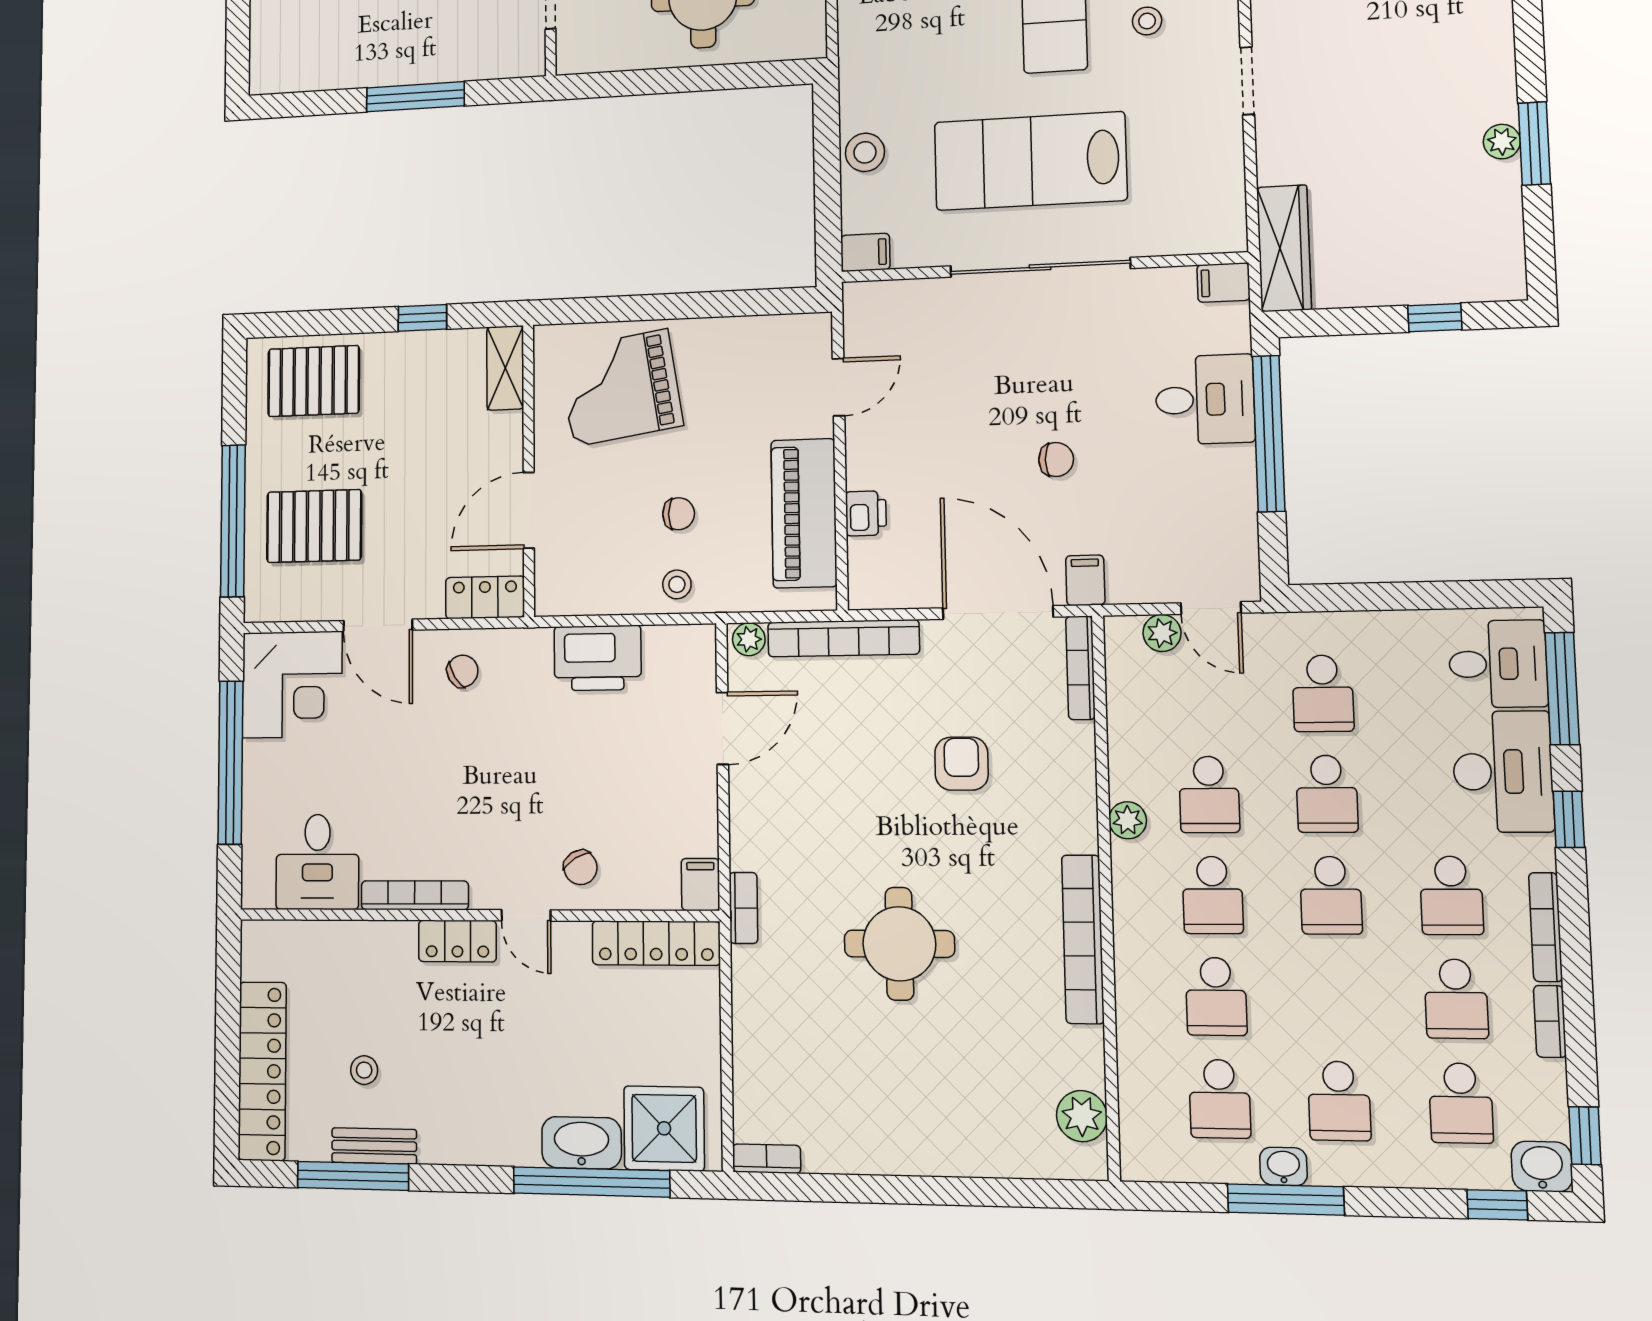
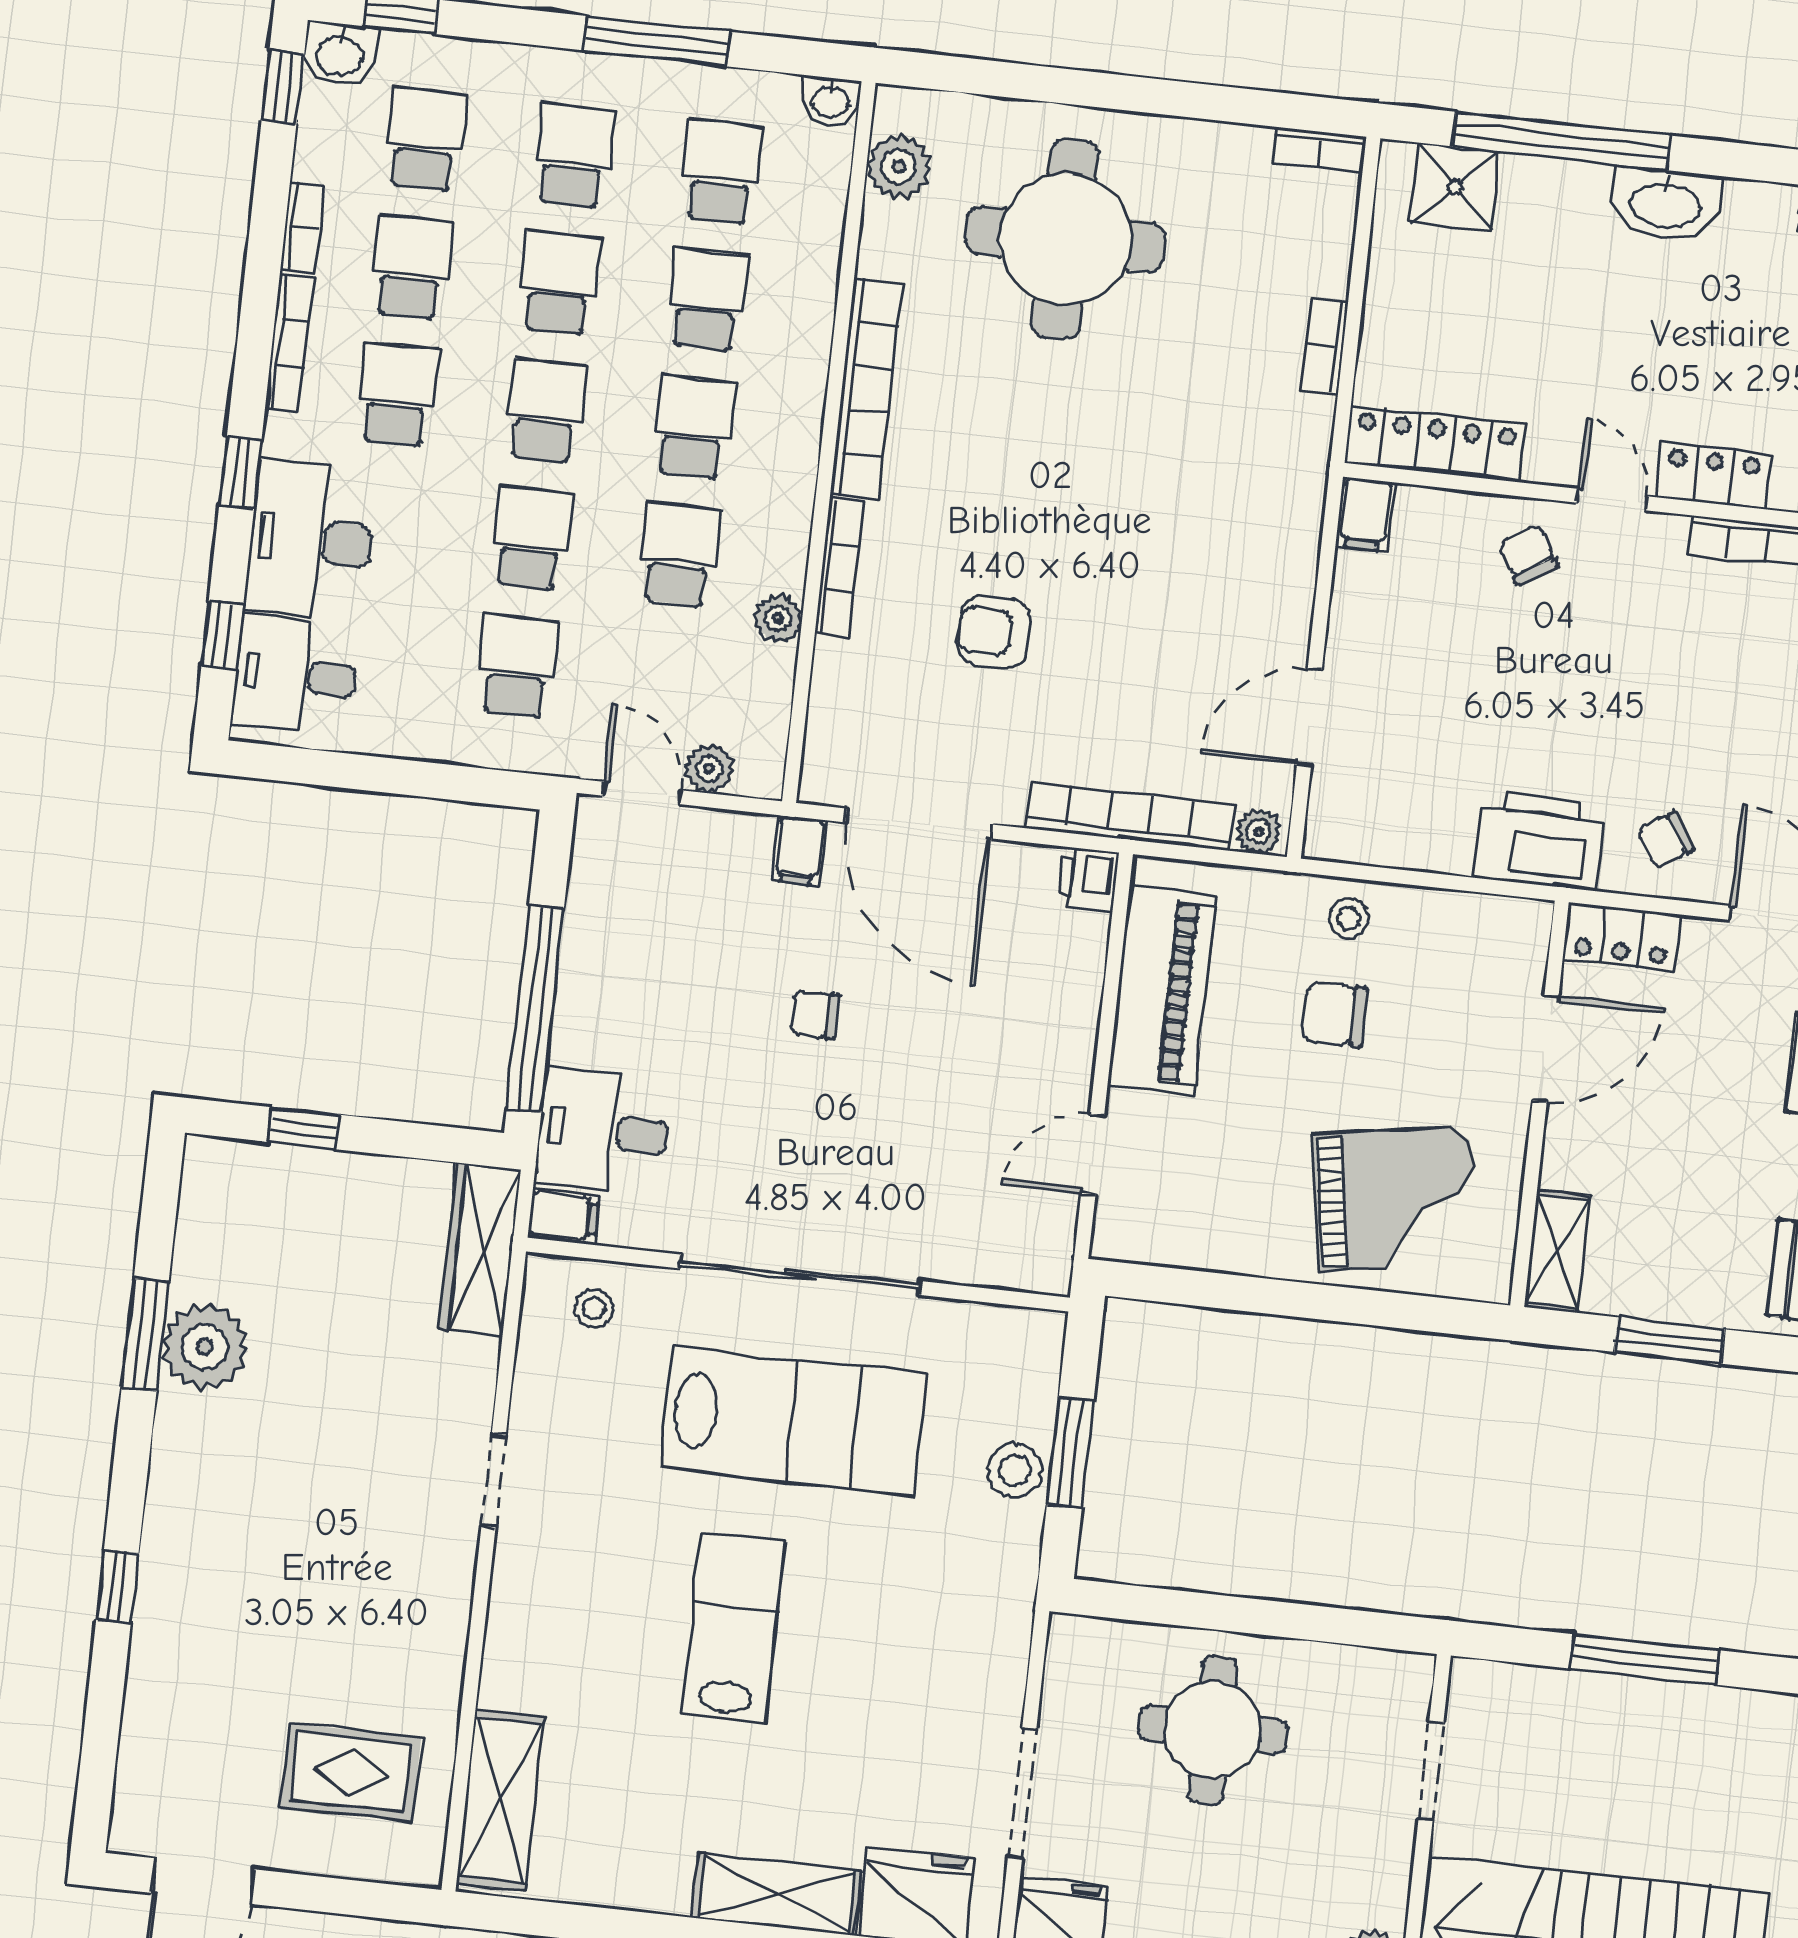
stool: (1147, 21) -> (594, 1309), moved
plant: (1502, 142) -> (205, 1347), width x1.88, depth x1.88
window: (827, 172) -> (1070, 1453), added
filing cabinet: (865, 252) -> (1032, 1333), removed
window: (422, 318) -> (1669, 1341), width x1.50
desk: (1205, 400) -> (603, 1131), moved
printer: (866, 513) -> (1089, 879), moved
chair: (679, 514) -> (1335, 1014), width x1.37, depth x1.37
printer: (598, 658) -> (1539, 841), moved
bookcase: (1081, 668) -> (839, 568), moved
window: (1562, 689) -> (222, 635), width x0.46
armchair: (961, 764) -> (994, 632), turned 90
plant: (1128, 820) -> (778, 618), moved
bookcase: (743, 908) -> (1324, 346), moved
round table: (899, 944) -> (1065, 239), moved, width x1.36, depth x1.36
school desk: (1335, 998) -> (559, 283), added
shower: (664, 1128) -> (1455, 187), width x0.73, depth x0.73
washbasin: (582, 1143) -> (1665, 204), moved
washbasin: (1283, 1166) -> (830, 101), moved

